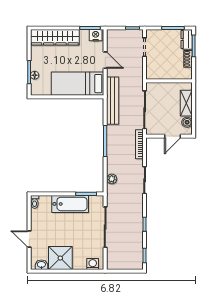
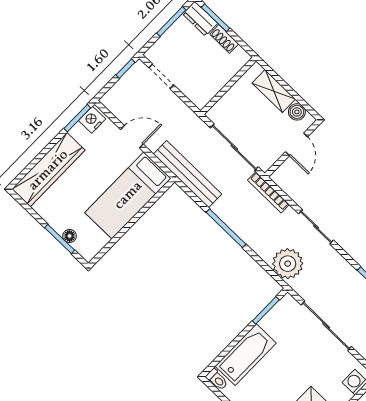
plant: (112, 179) -> (288, 264), width x1.87, depth x1.87
bathtub: (70, 204) -> (246, 355), moved

